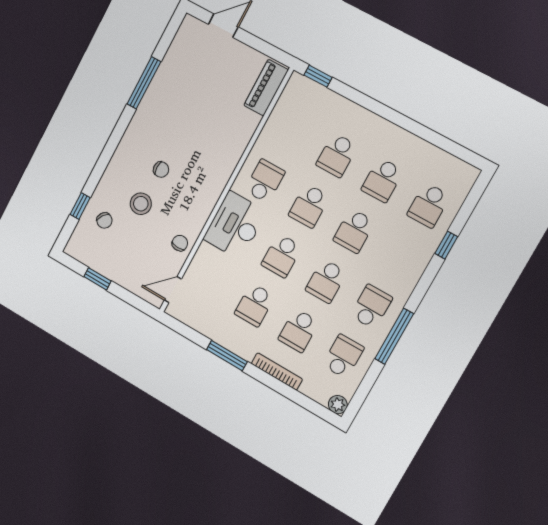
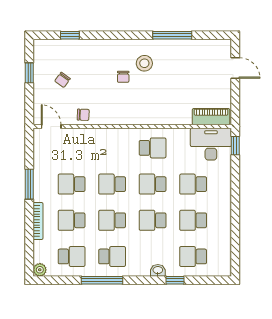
stool: (141, 204) -> (144, 63), moved
chair: (104, 220) -> (62, 80), moved
desk: (235, 225) -> (211, 144), moved
washbasin: (421, 260) -> (158, 270), added

